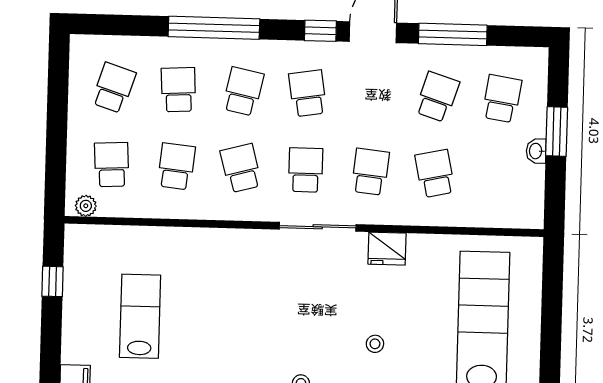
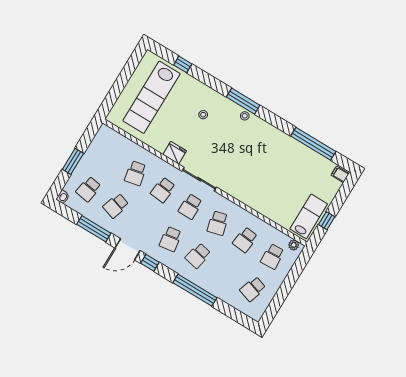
school desk: (178, 90) -> (225, 272), removed
washbasin: (536, 151) -> (63, 197), moved
lab bench: (140, 316) -> (309, 216), moved, turned 180

